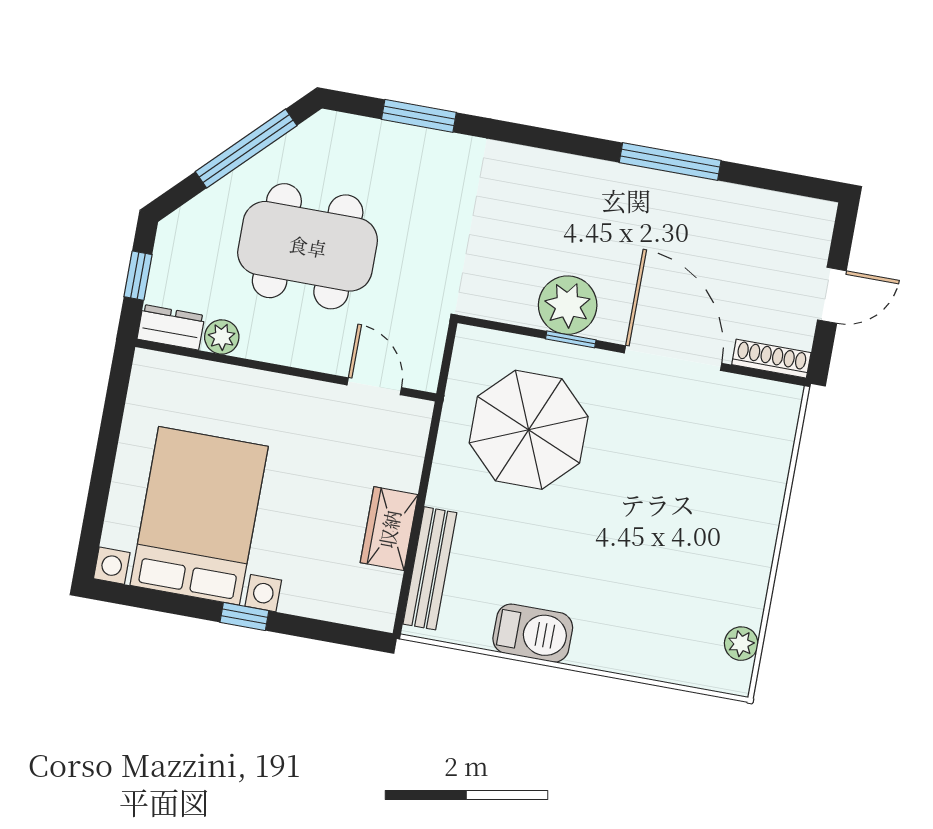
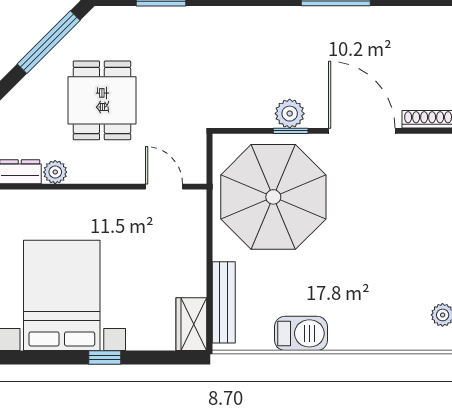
dining table: (308, 246) -> (102, 100), width x0.73
plant: (568, 305) -> (290, 114), width x0.73, depth x0.73
parasol: (529, 430) -> (273, 197), width x1.36, depth x1.36
wardrobe: (389, 529) -> (191, 324), moved

